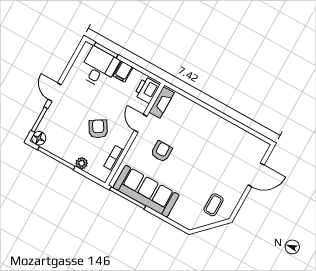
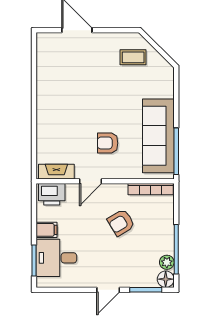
bookcase: (114, 158) -> (151, 189), width x1.56
plant: (82, 163) -> (167, 262), moved

